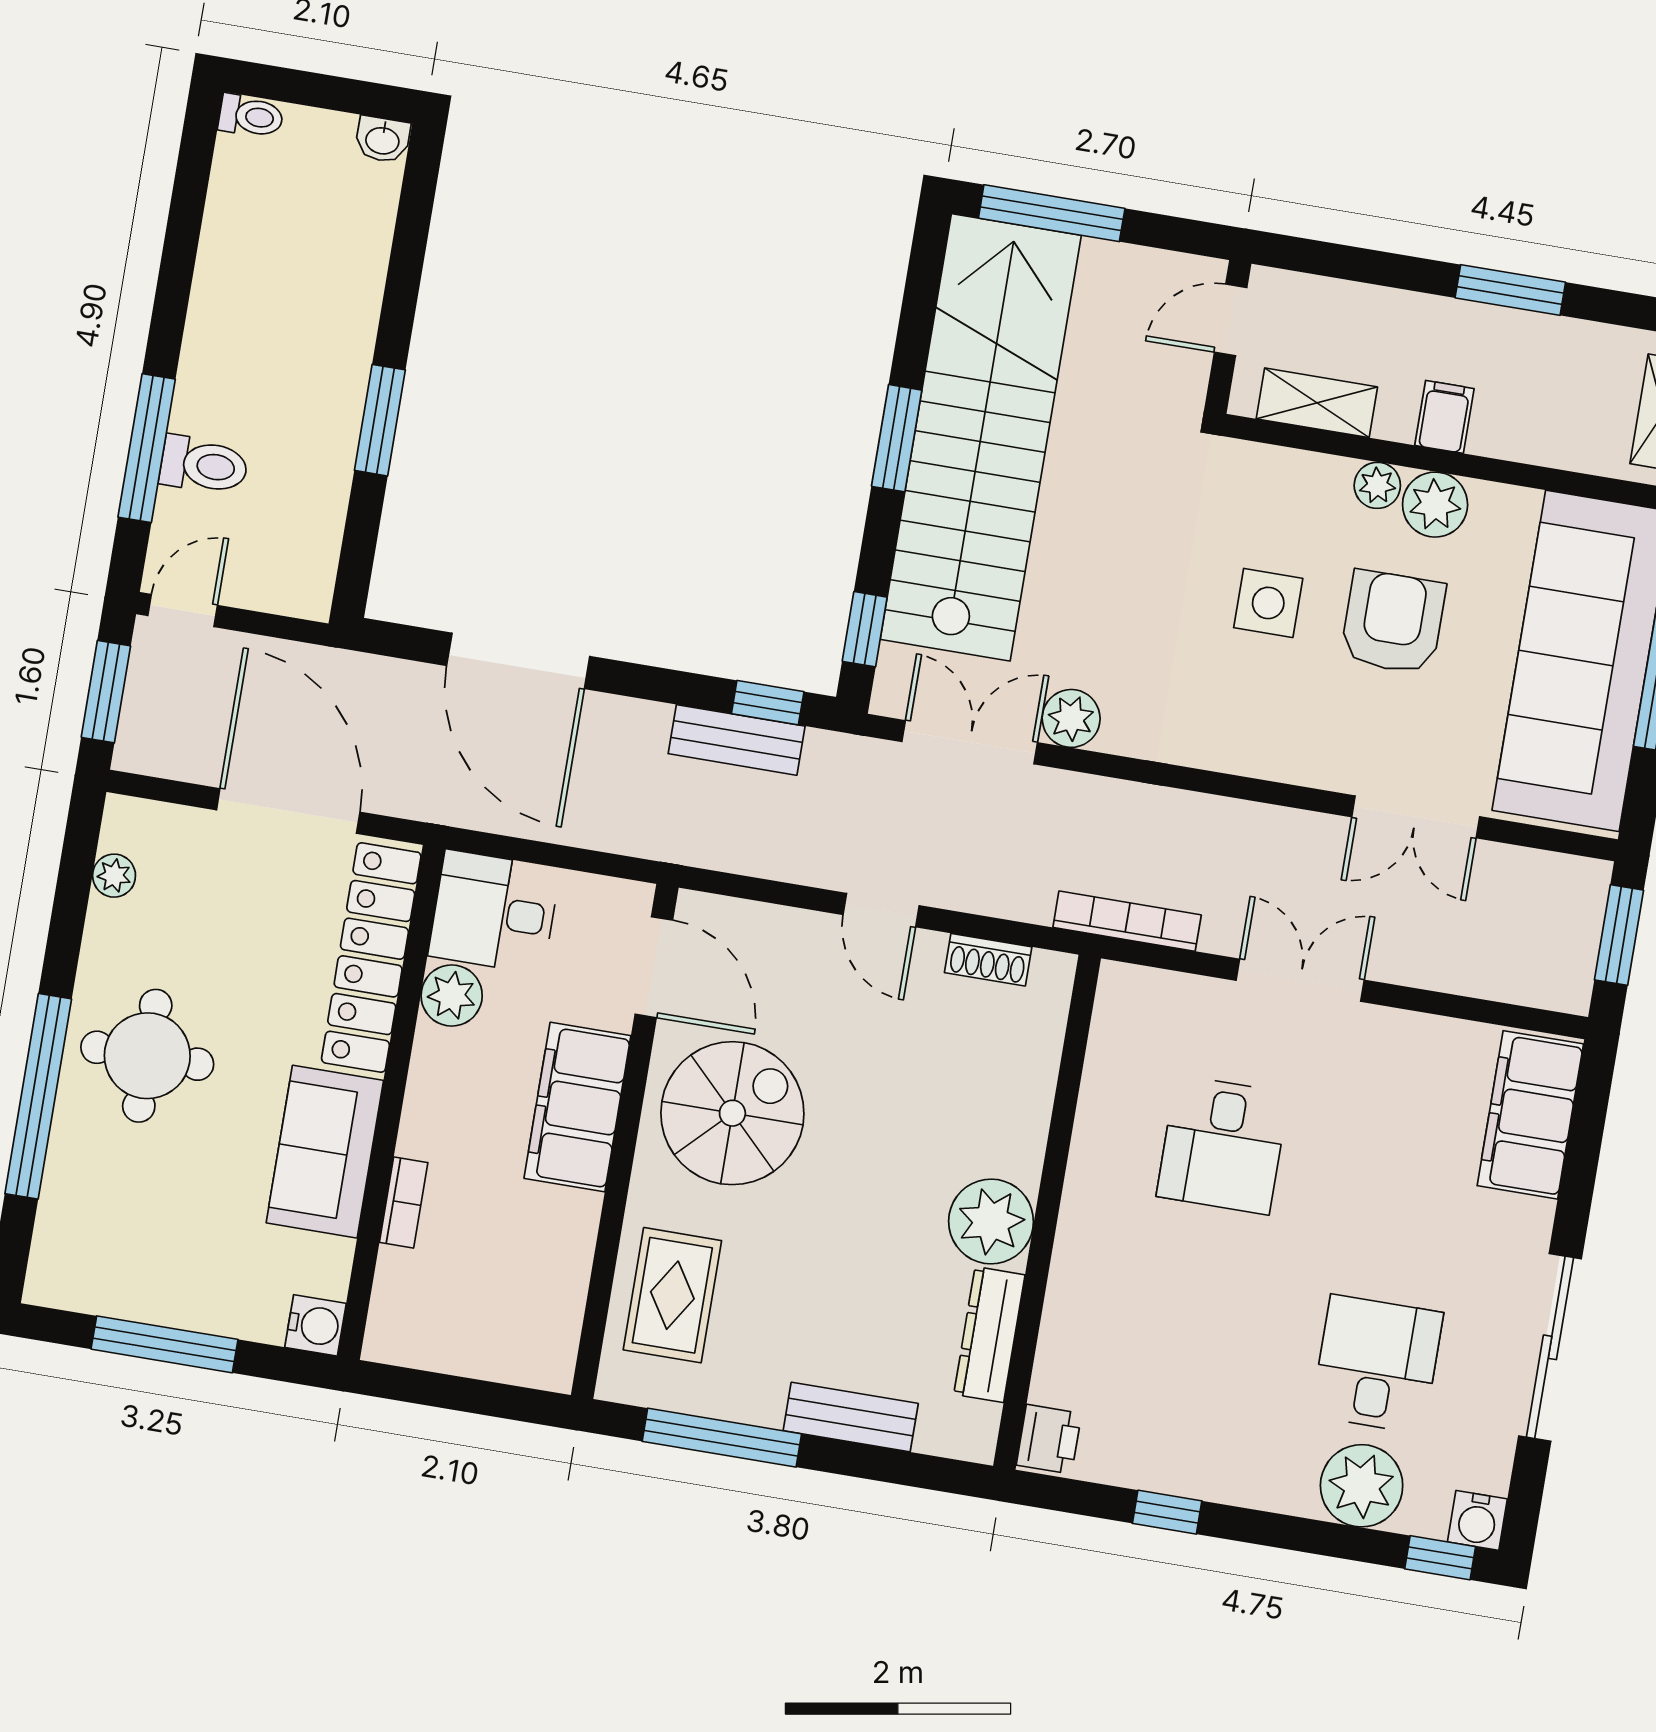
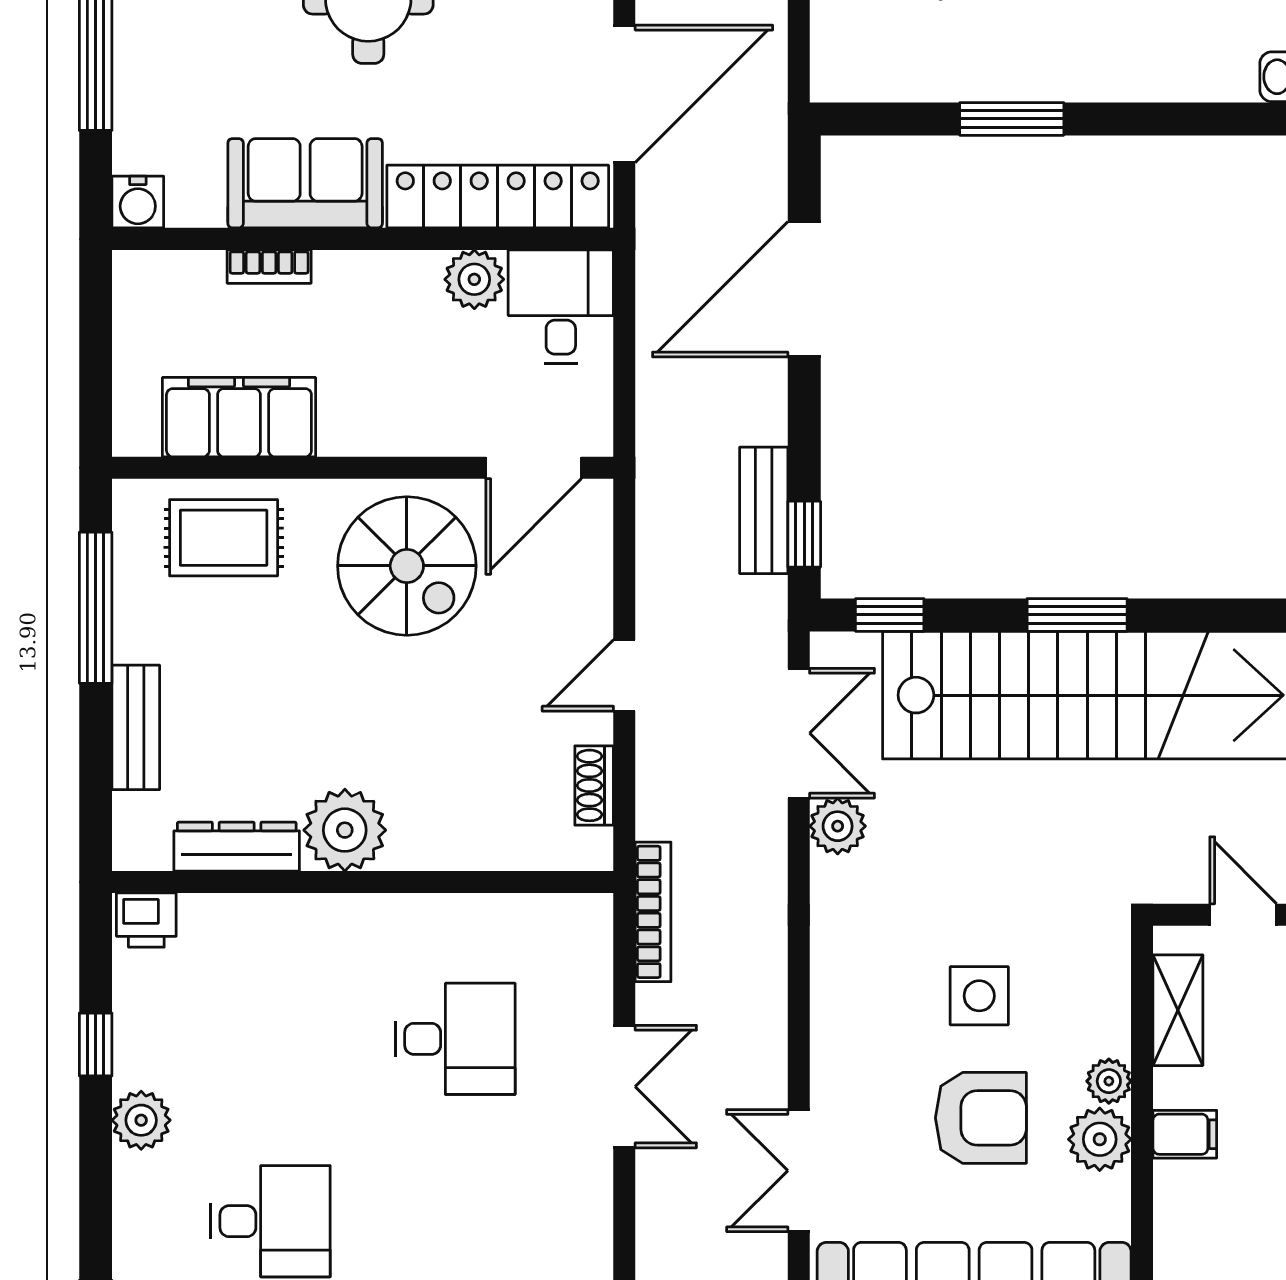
filing cabinet: (577, 1107) -> (239, 417), moved
desk: (1223, 1145) -> (455, 1039), turned 180
plant: (1362, 1486) -> (141, 1120), moved, width x0.73, depth x0.73

